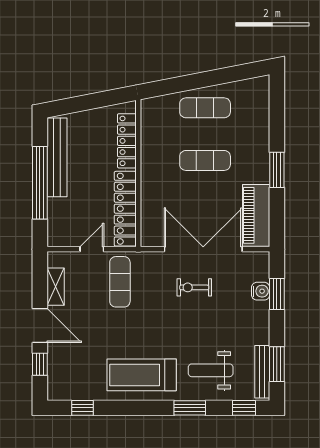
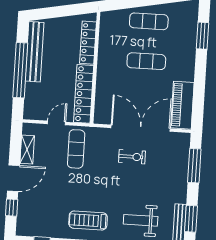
window: (277, 170) -> (203, 36), moved
exercise bike: (194, 287) -> (132, 157), turned 180
water cooler: (261, 291) -> (182, 163), removed
window: (277, 294) -> (194, 166), width x1.44
door: (40, 325) -> (13, 178), hinge flipped
treadmill: (142, 375) -> (88, 220), width x0.73, depth x0.73

